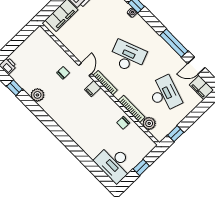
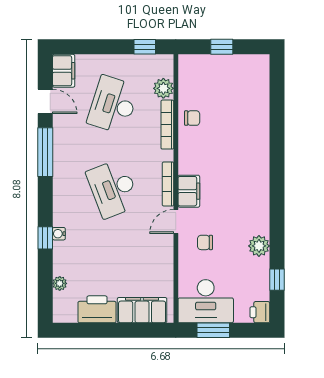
window: (21, 37) -> (213, 330), added
filing cabinet: (93, 89) -> (189, 191), width x2.00
desk: (114, 163) -> (206, 301), moved, turned 90

